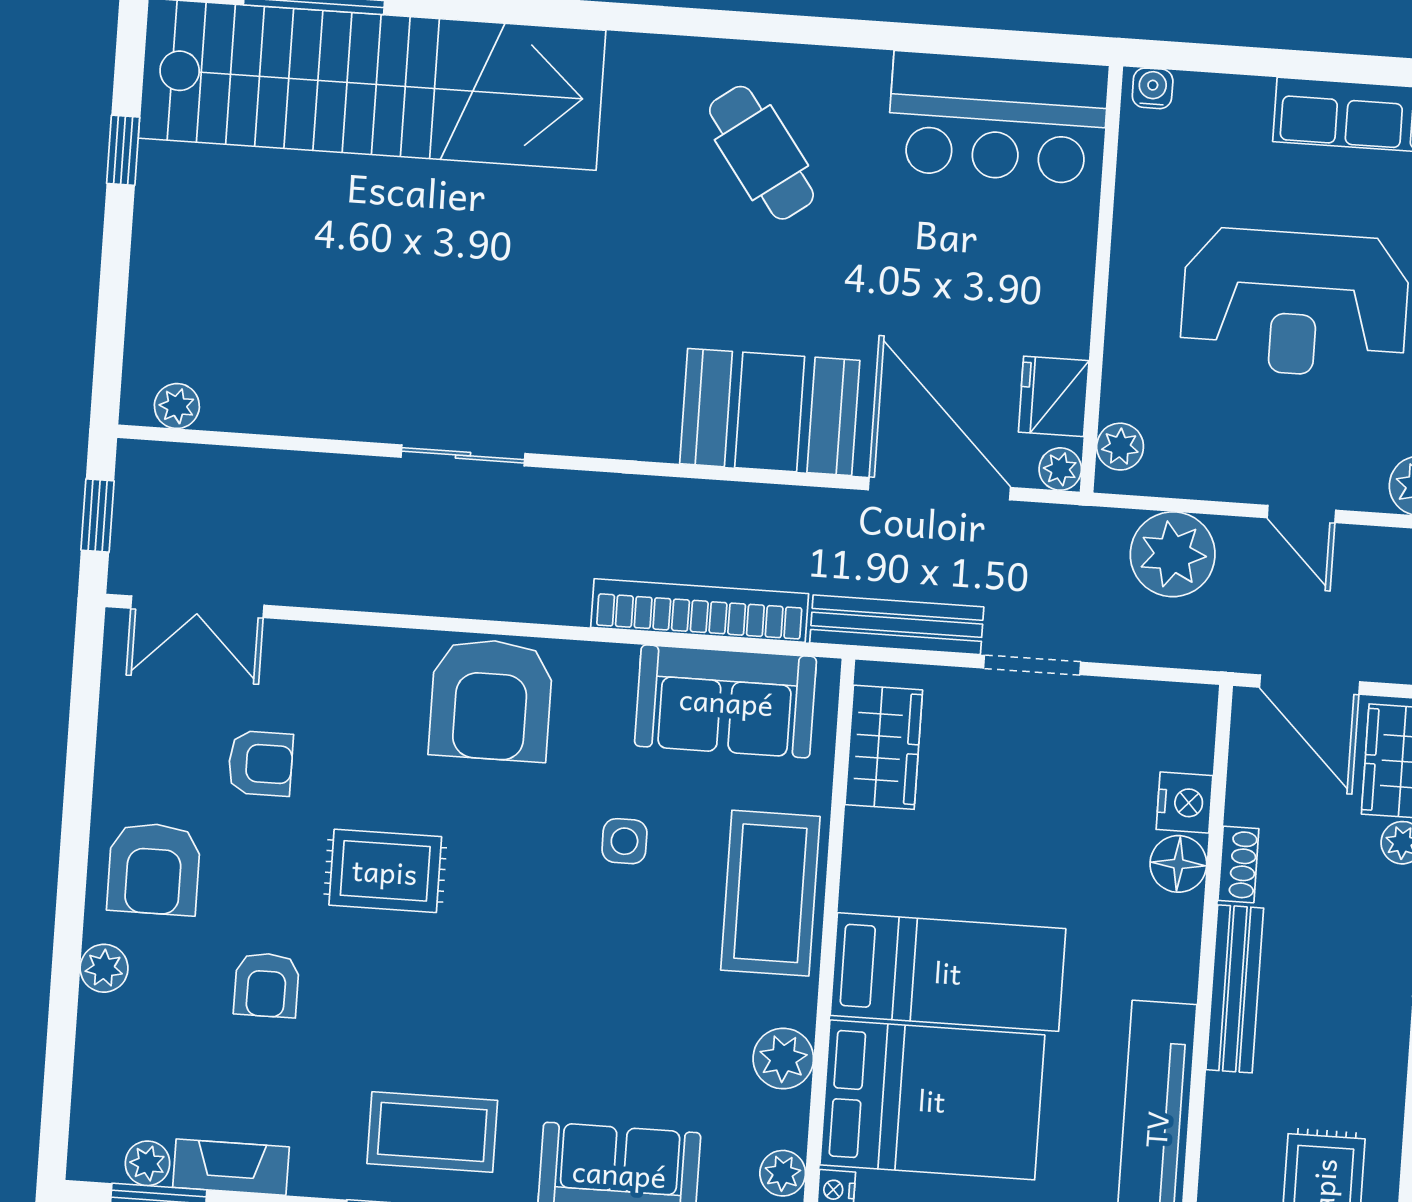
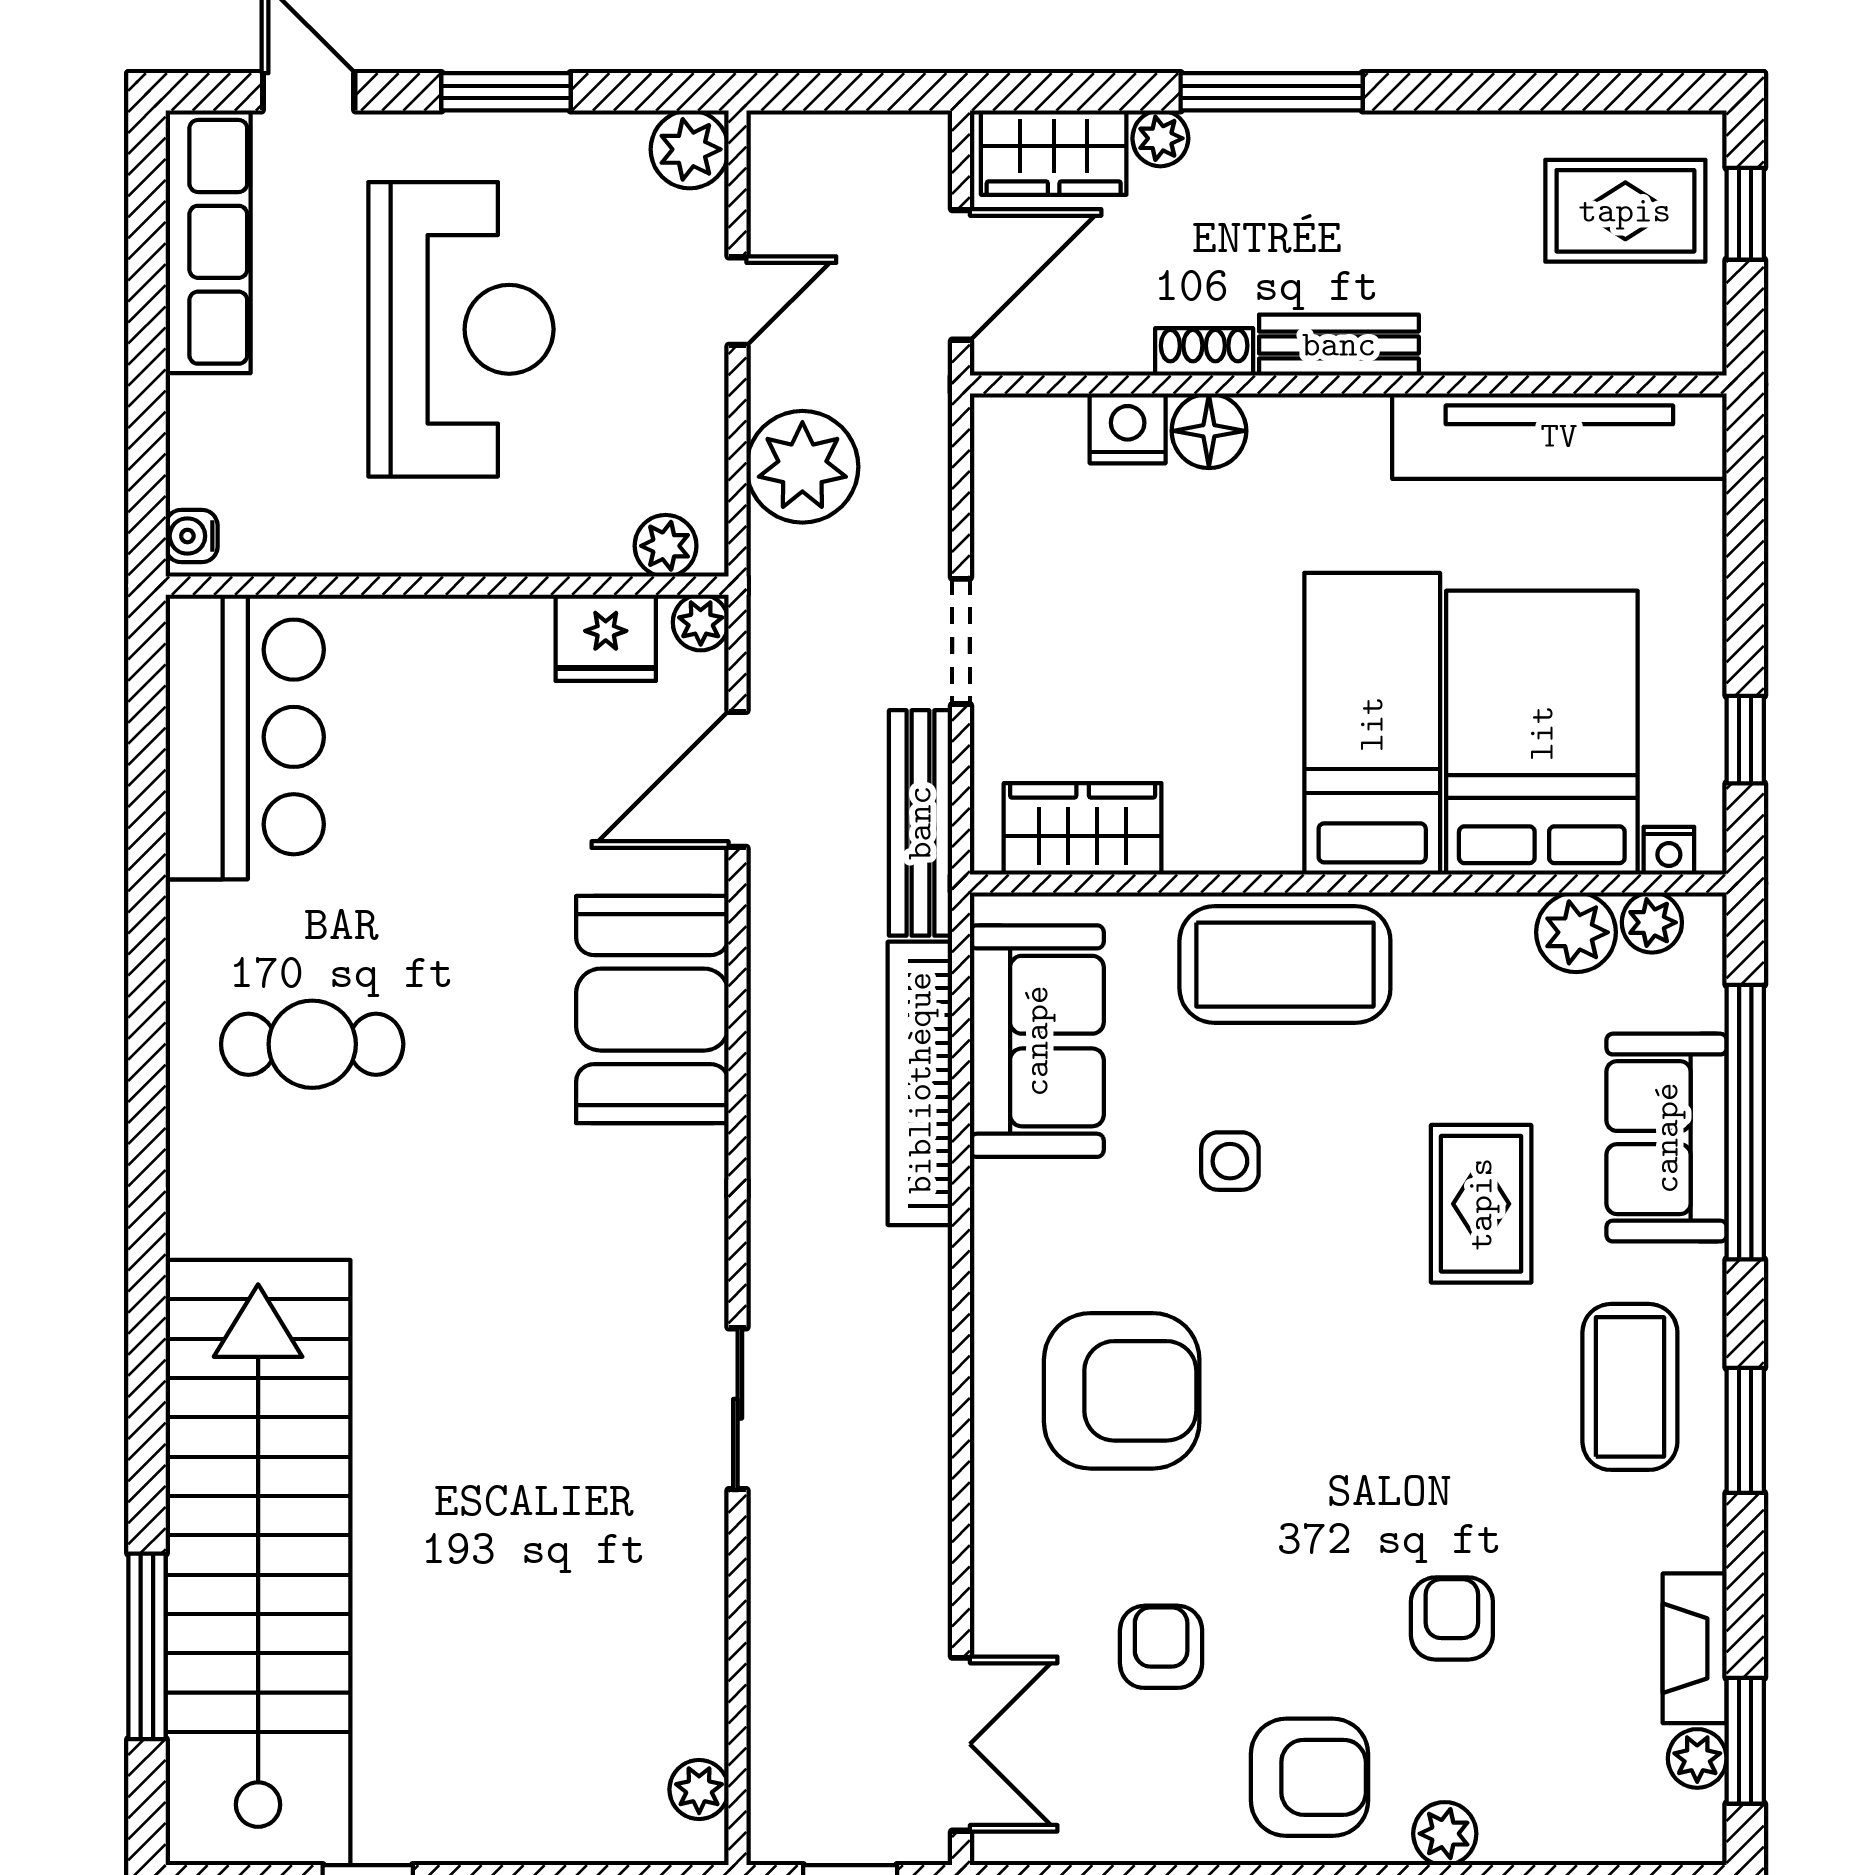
cafe table: (761, 153) -> (312, 1044), turned 36
door: (939, 489) -> (738, 779), width x0.73
armchair: (491, 700) -> (1122, 1391), moved
rug: (385, 871) -> (1481, 1204), moved
armchair: (266, 985) -> (1452, 1618), turned -90
bench: (1235, 989) -> (1339, 345), width x0.73
plant: (783, 1059) -> (1576, 932), moved

